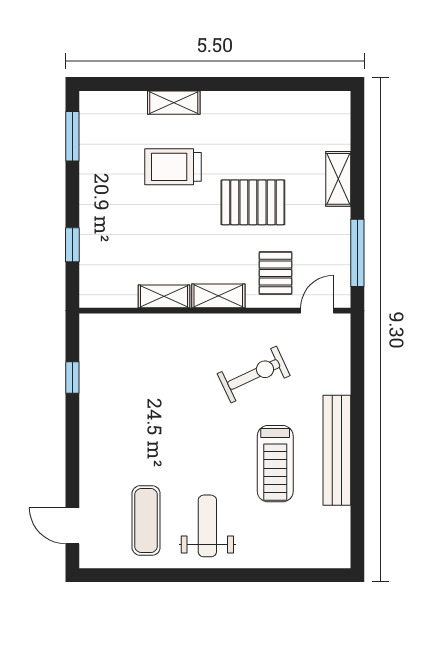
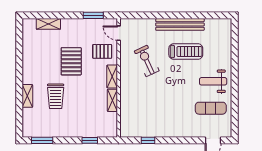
shelving: (338, 179) -> (48, 24), moved
window: (357, 253) -> (93, 15), width x0.69

